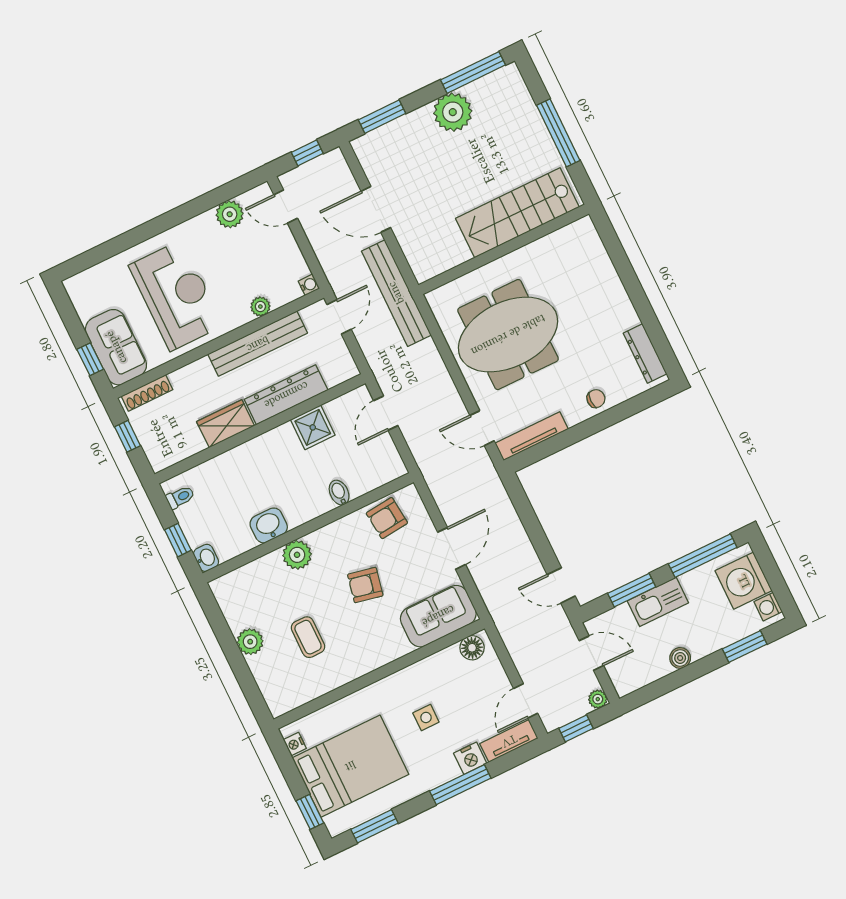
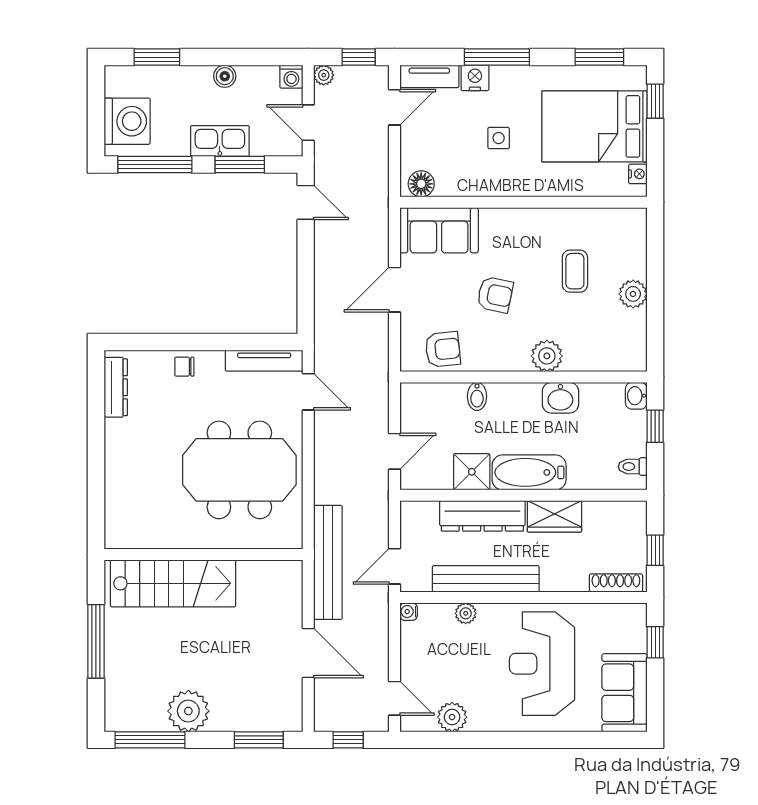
sofa: (116, 347) -> (625, 693), moved
bathtub: (265, 450) -> (529, 472), added
washing machine: (768, 607) -> (291, 77), moved, turned 90

